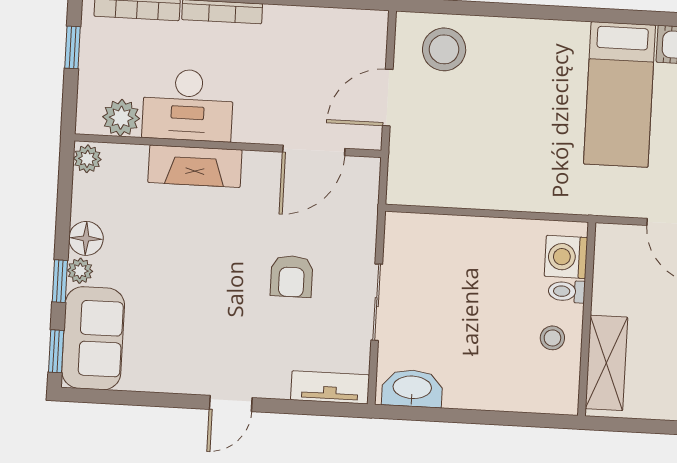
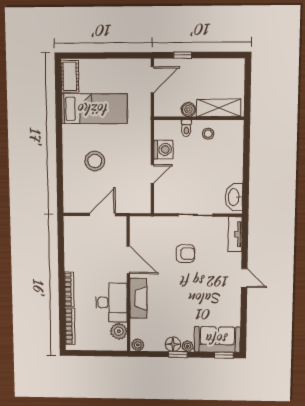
window: (73, 47) -> (89, 353), removed
stool: (444, 49) -> (95, 161), moved
door: (388, 98) -> (102, 214), swing flipped
door: (314, 150) -> (128, 260), moved
door: (472, 212) -> (152, 174), added
washing machine: (566, 257) -> (163, 150), moved, turned -90
window: (60, 281) -> (178, 354), moved
boiler: (607, 298) -> (188, 109), added

